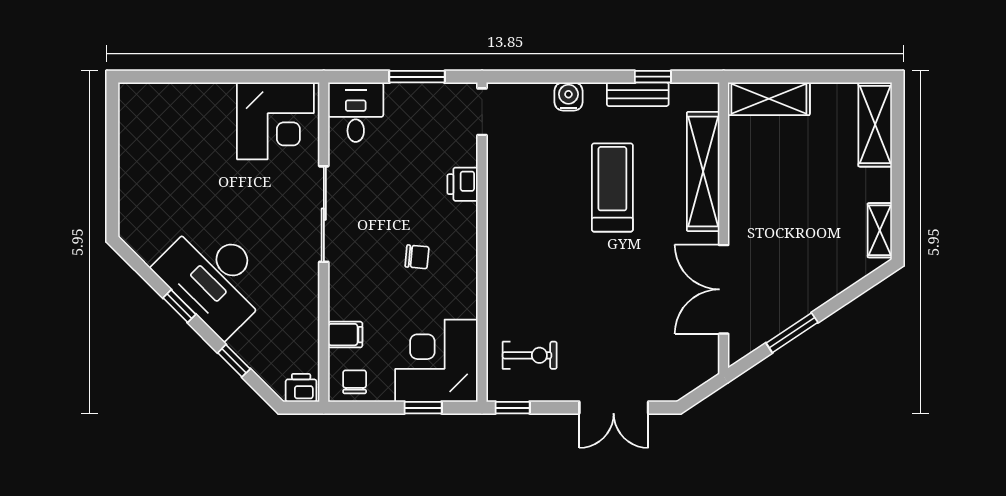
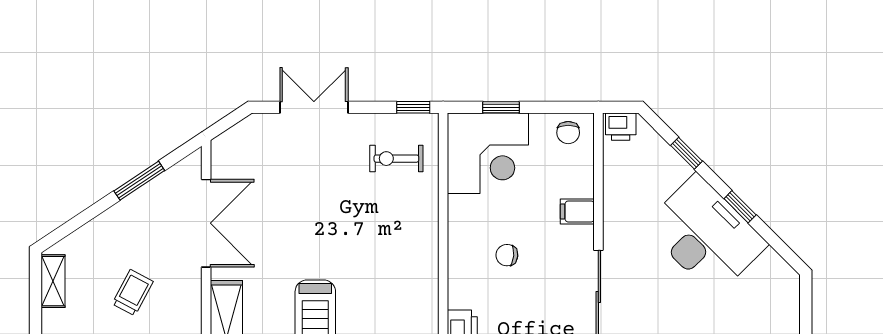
trolley: (799, 219) -> (133, 293), added
filing cabinet: (345, 335) -> (577, 211), moved

